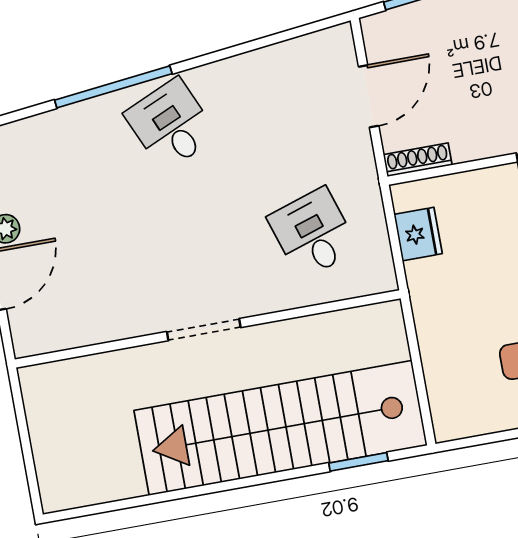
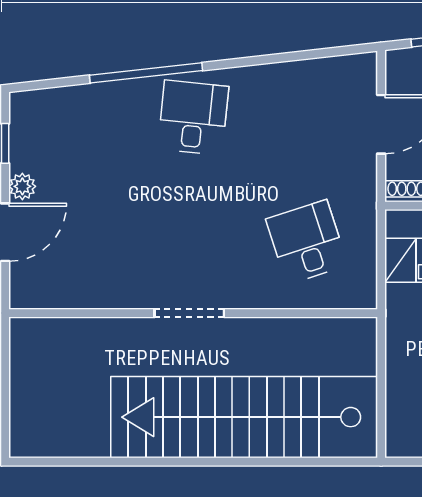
desk: (171, 125) -> (193, 118), turned 30
window: (358, 462) -> (311, 462), removed

